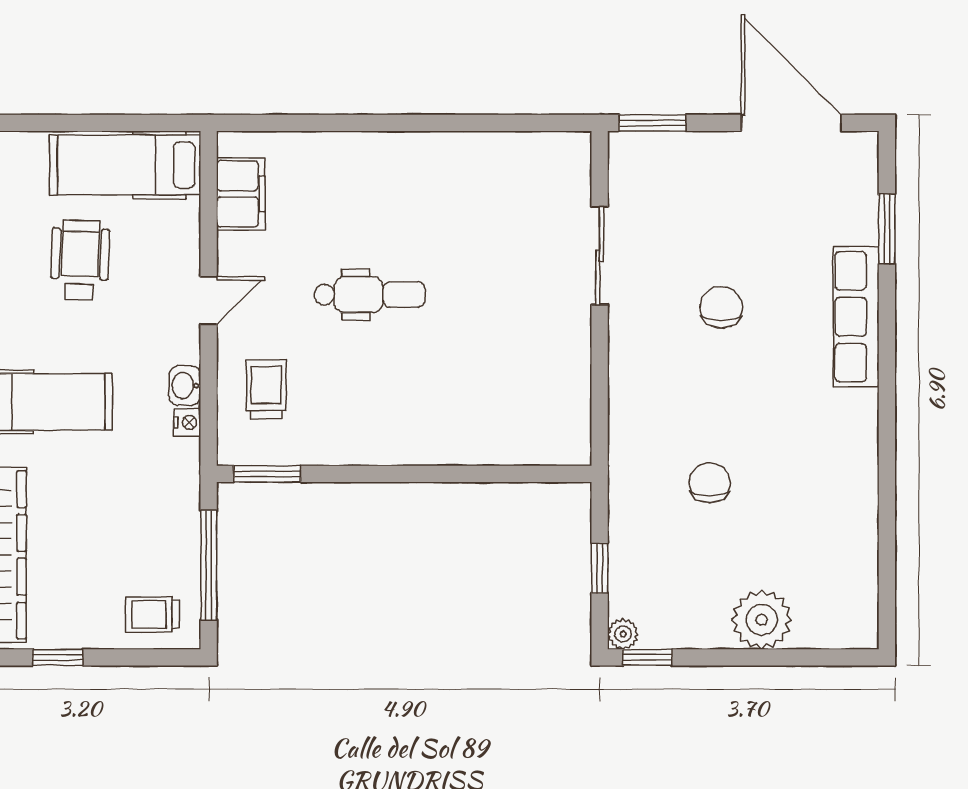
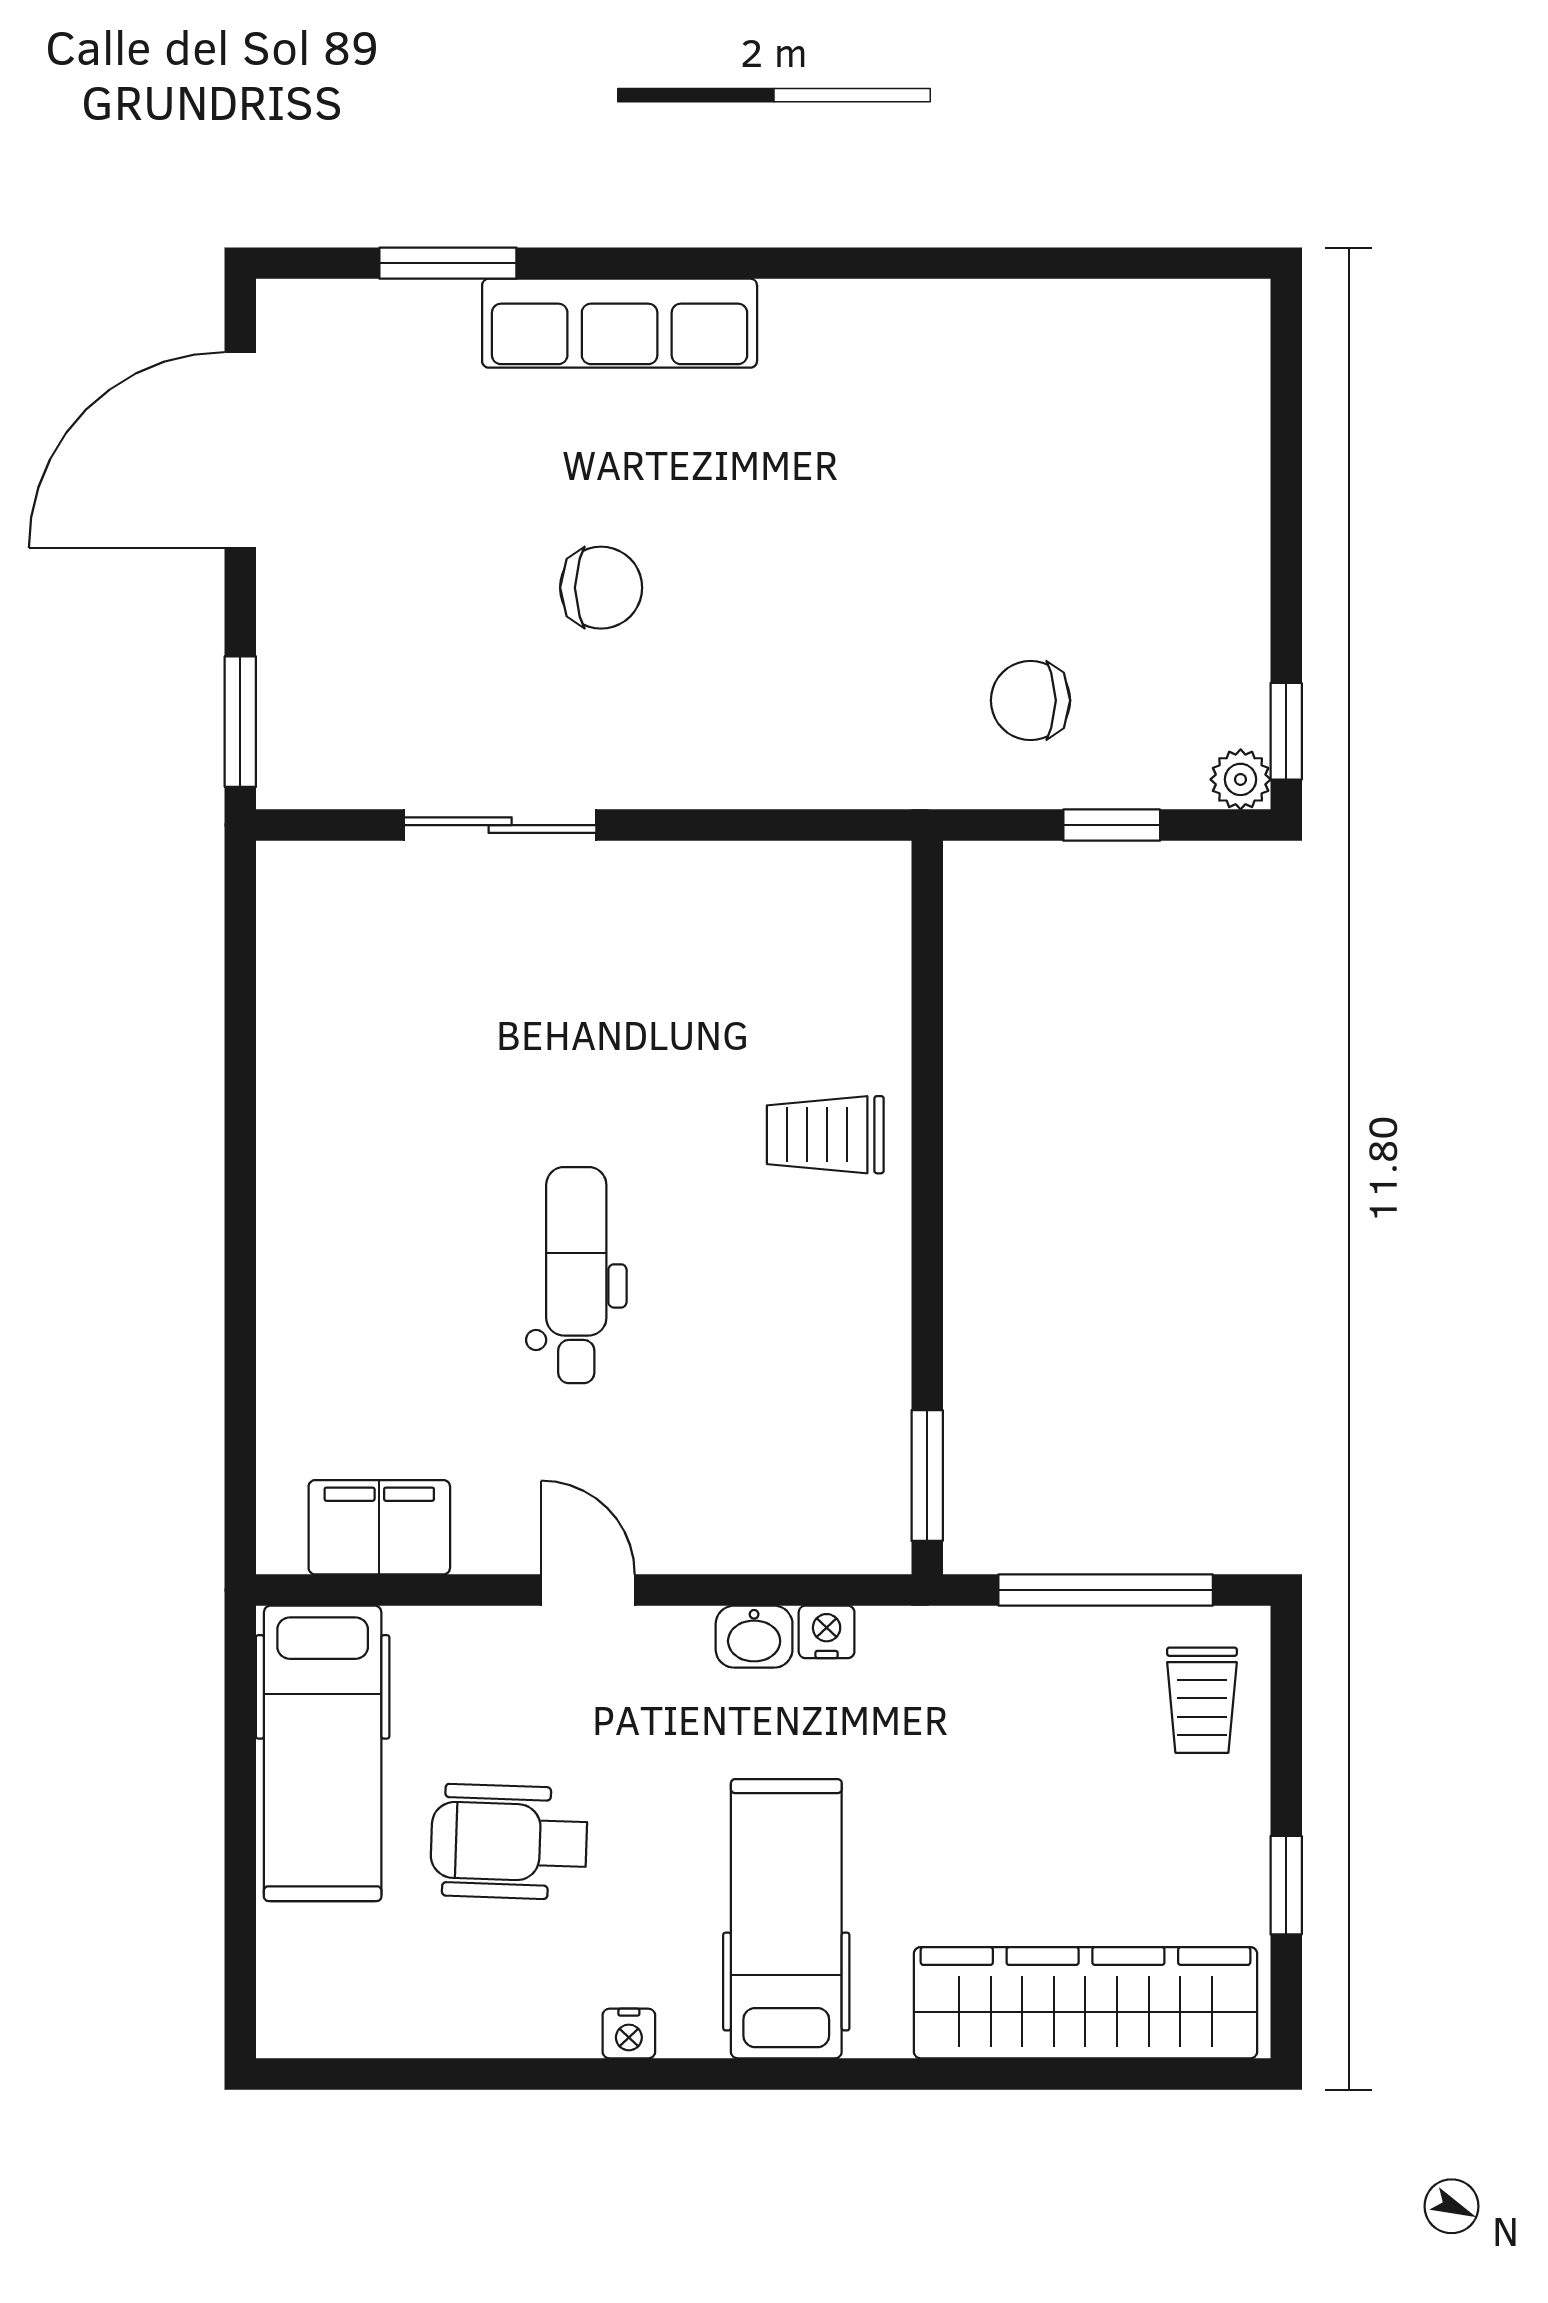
chair: (721, 307) -> (601, 588), turned 180
trolley: (266, 389) -> (825, 1135), moved
chair: (710, 483) -> (1031, 700), moved
plant: (762, 620) -> (1212, 508), removed

